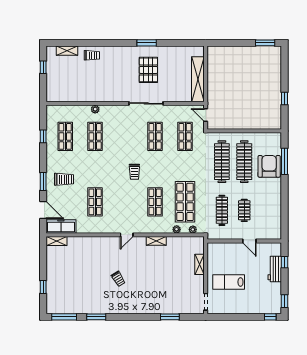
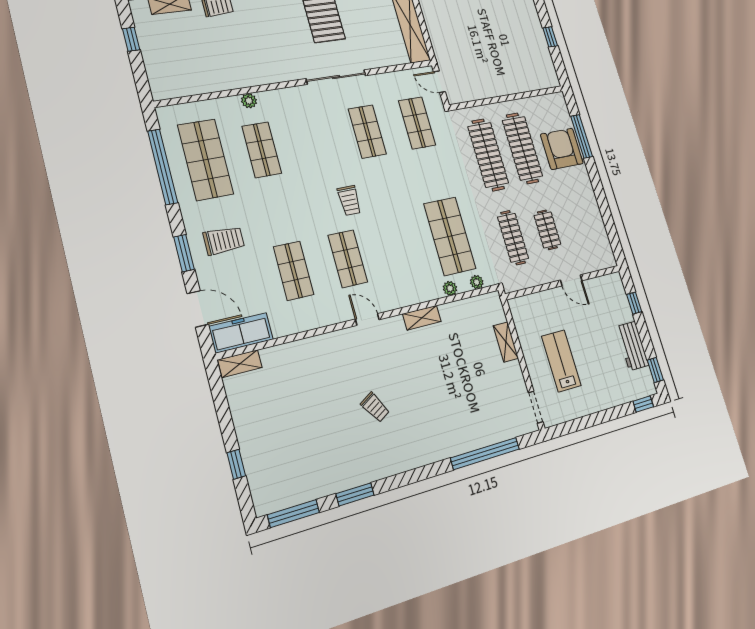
window: (43, 136) -> (163, 167), width x3.17
shop shelf: (65, 136) -> (206, 160), width x1.43, depth x1.36
shop shelf: (155, 202) -> (348, 259), moved
door: (127, 235) -> (367, 319), swing flipped
workbench: (275, 269) -> (632, 346), moved
lab bench: (229, 282) -> (561, 361), turned 90
window: (170, 317) -> (485, 453), width x2.11

